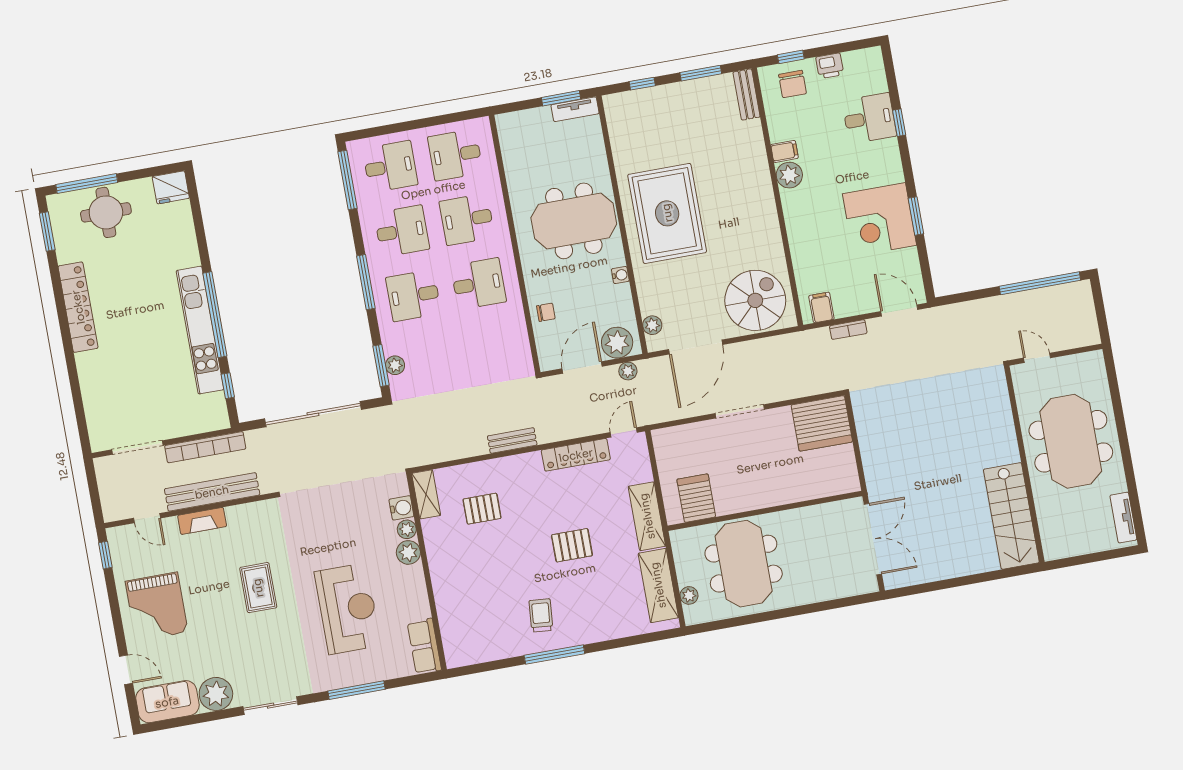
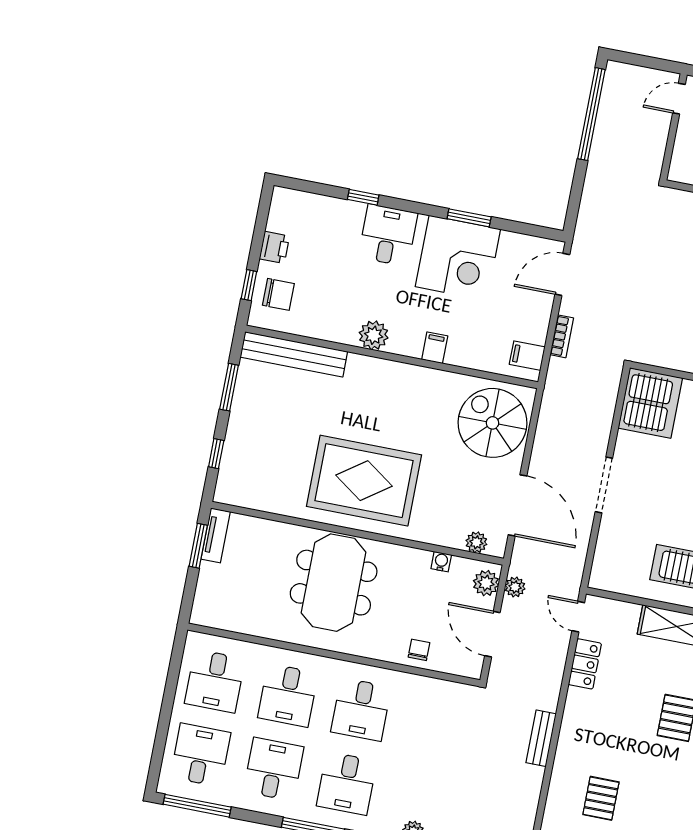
bench: (747, 94) -> (294, 354), width x1.86, depth x1.21
desk: (869, 118) -> (388, 235), moved
filing cabinet: (785, 151) -> (435, 348), moved
water cooler: (620, 275) -> (441, 562), moved
desk: (479, 284) -> (361, 710), turned 180
plant: (617, 343) -> (486, 583), width x0.73, depth x0.73
door: (1037, 358) -> (679, 99), moved
locker: (576, 455) -> (585, 664), width x0.66

